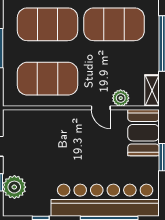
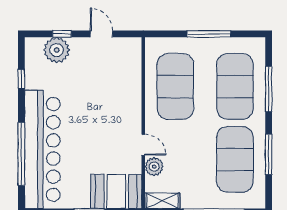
door: (101, 108) -> (143, 145), swing flipped

